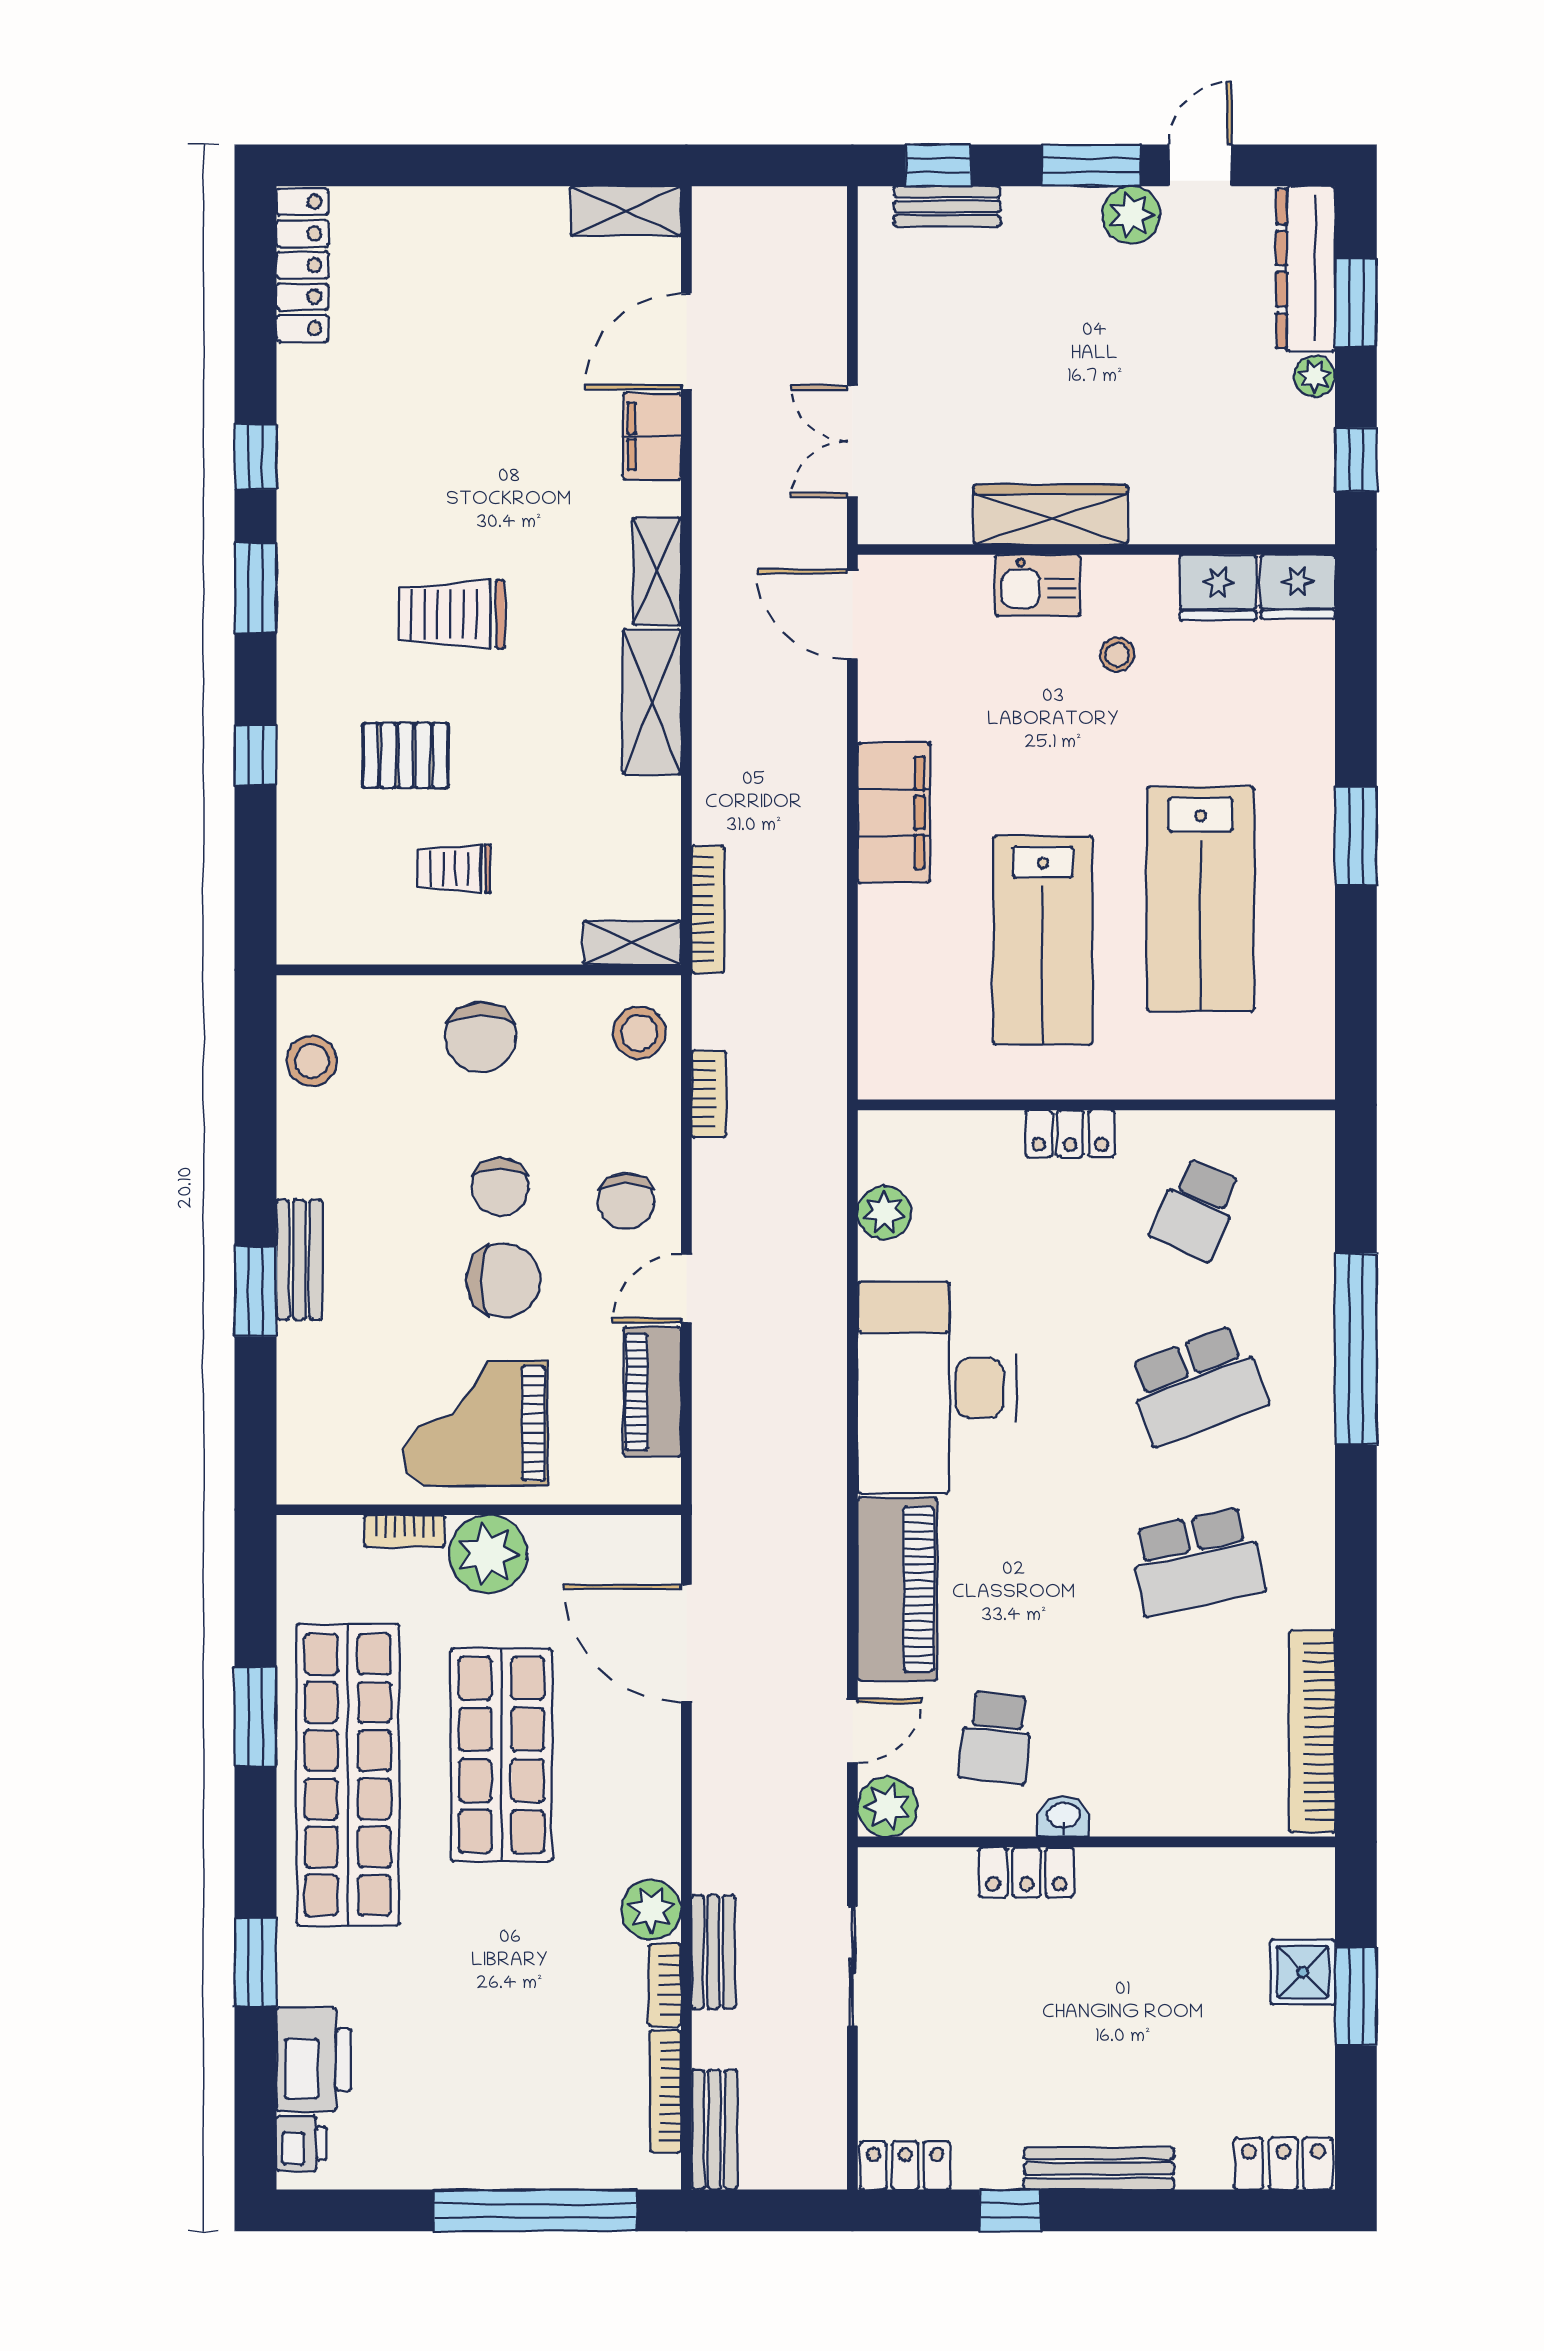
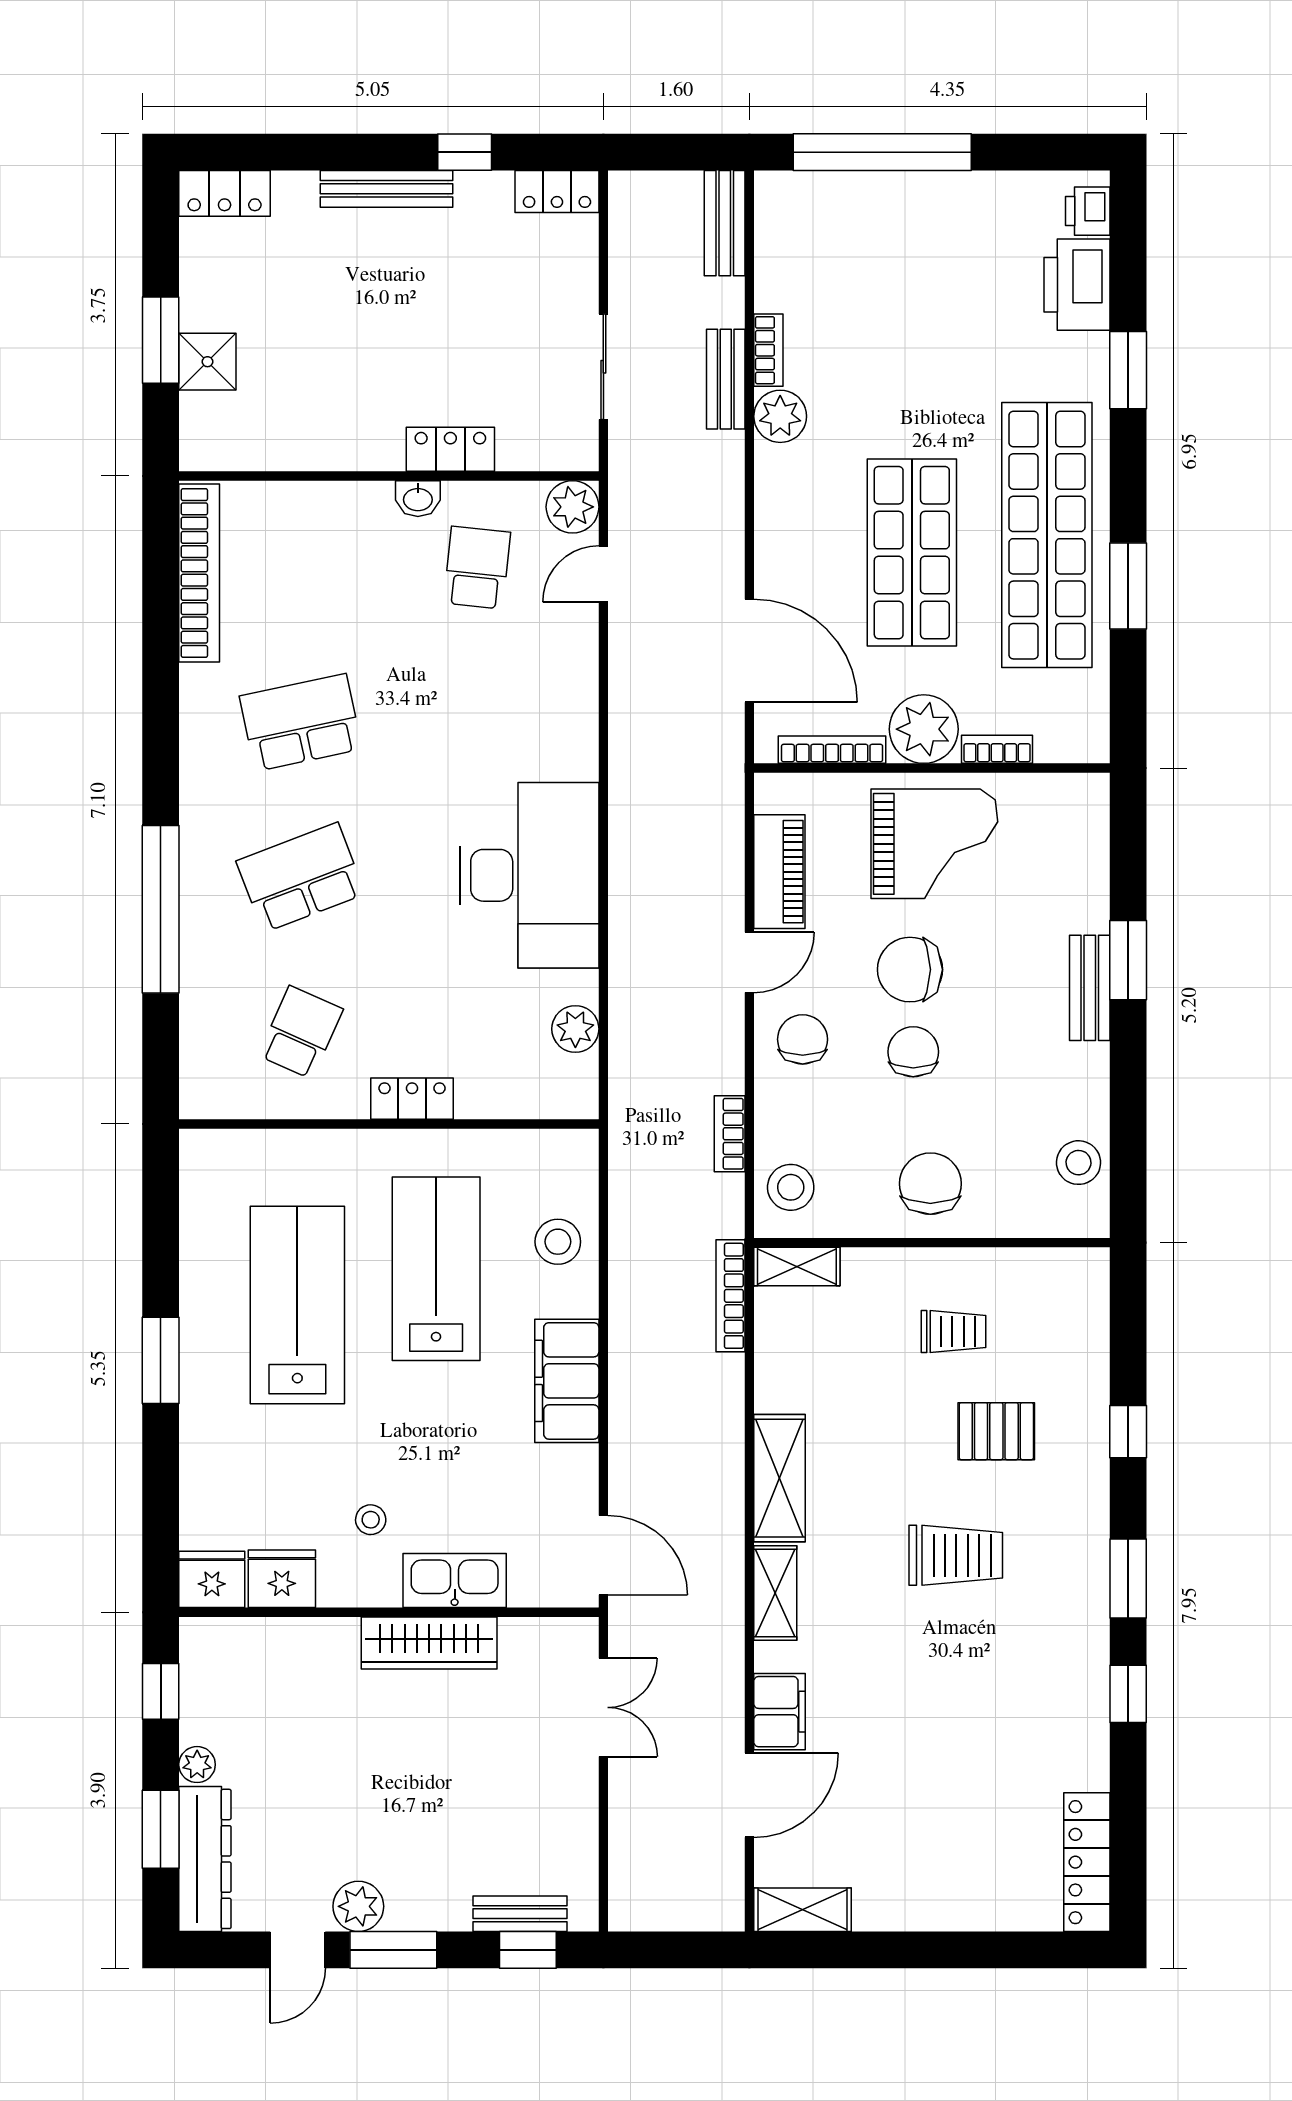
kitchen sink: (1038, 586) -> (455, 1581), width x1.38
stool: (904, 971) -> (558, 1242), added
piano: (897, 1589) -> (564, 698), removed
bookcase: (665, 2091) -> (832, 750), moved, turned -90

